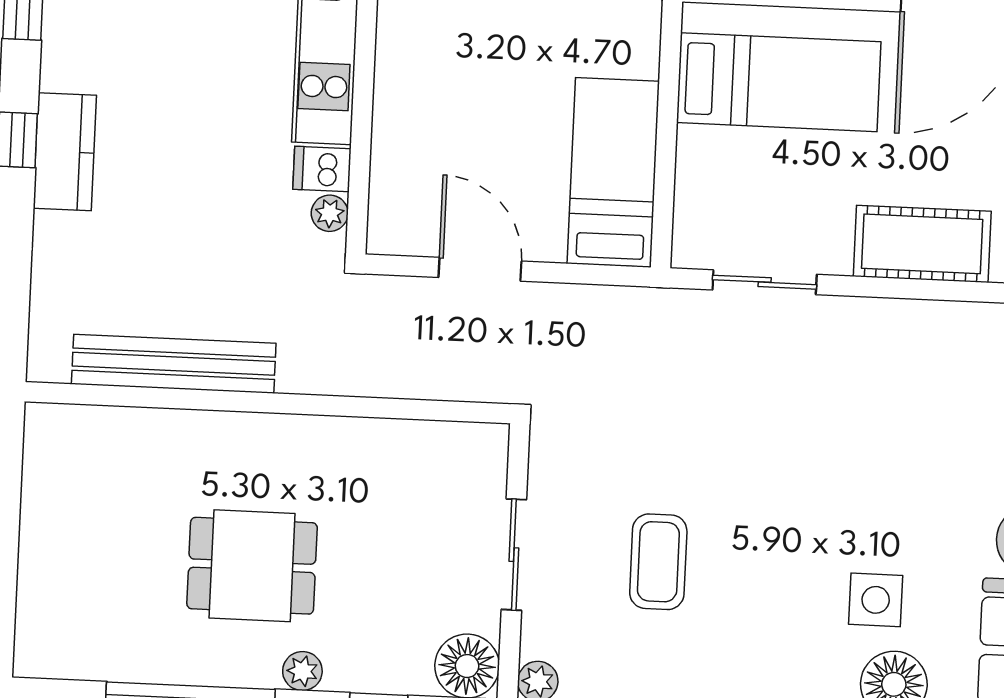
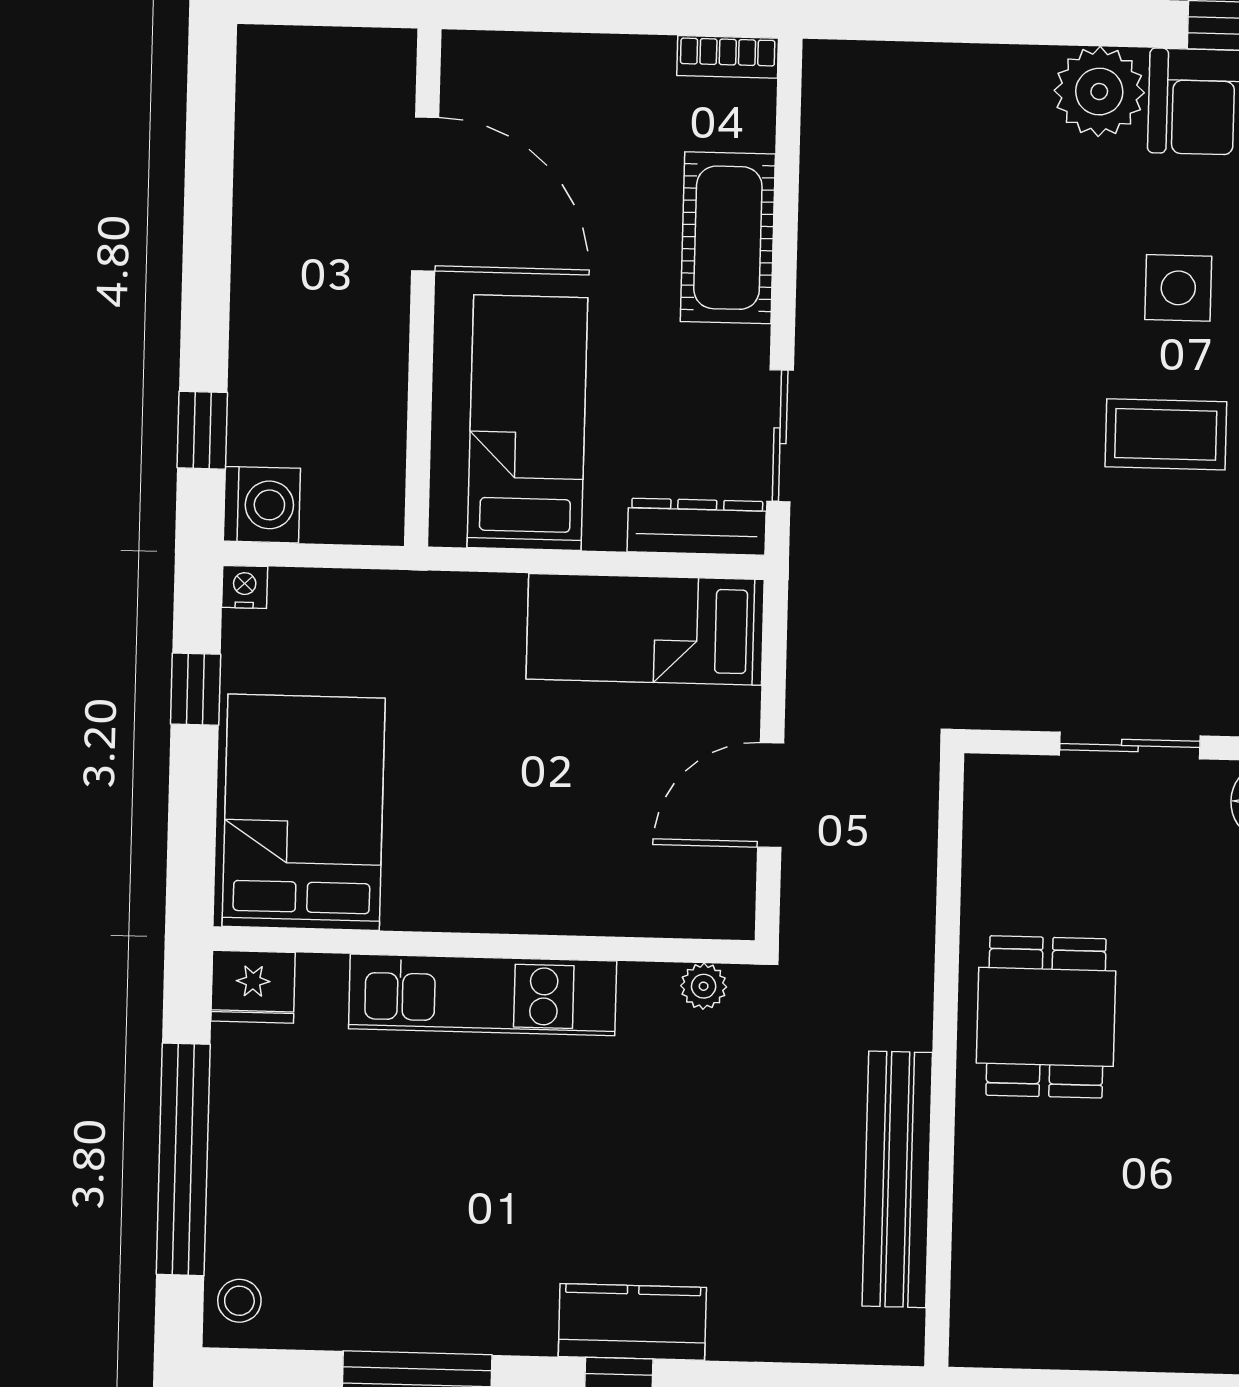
dishwasher: (322, 169) -> (648, 997), removed
dresser: (694, 215) -> (697, 527), added
coffee table: (658, 562) -> (1166, 434), moved
dining table: (252, 566) -> (1046, 1017), moved

